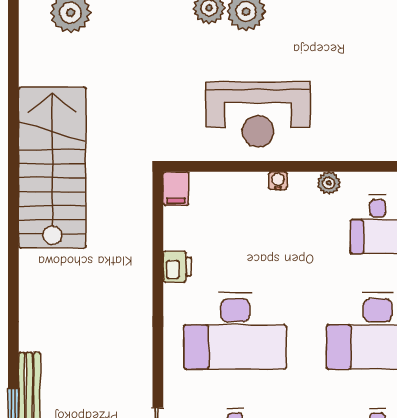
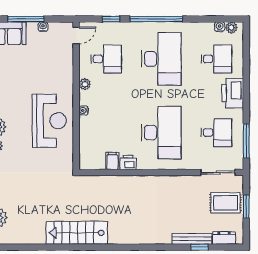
stairs: (52, 167) -> (77, 233), width x0.73, depth x0.66
filing cabinet: (176, 189) -> (112, 161), moved, turned -90

